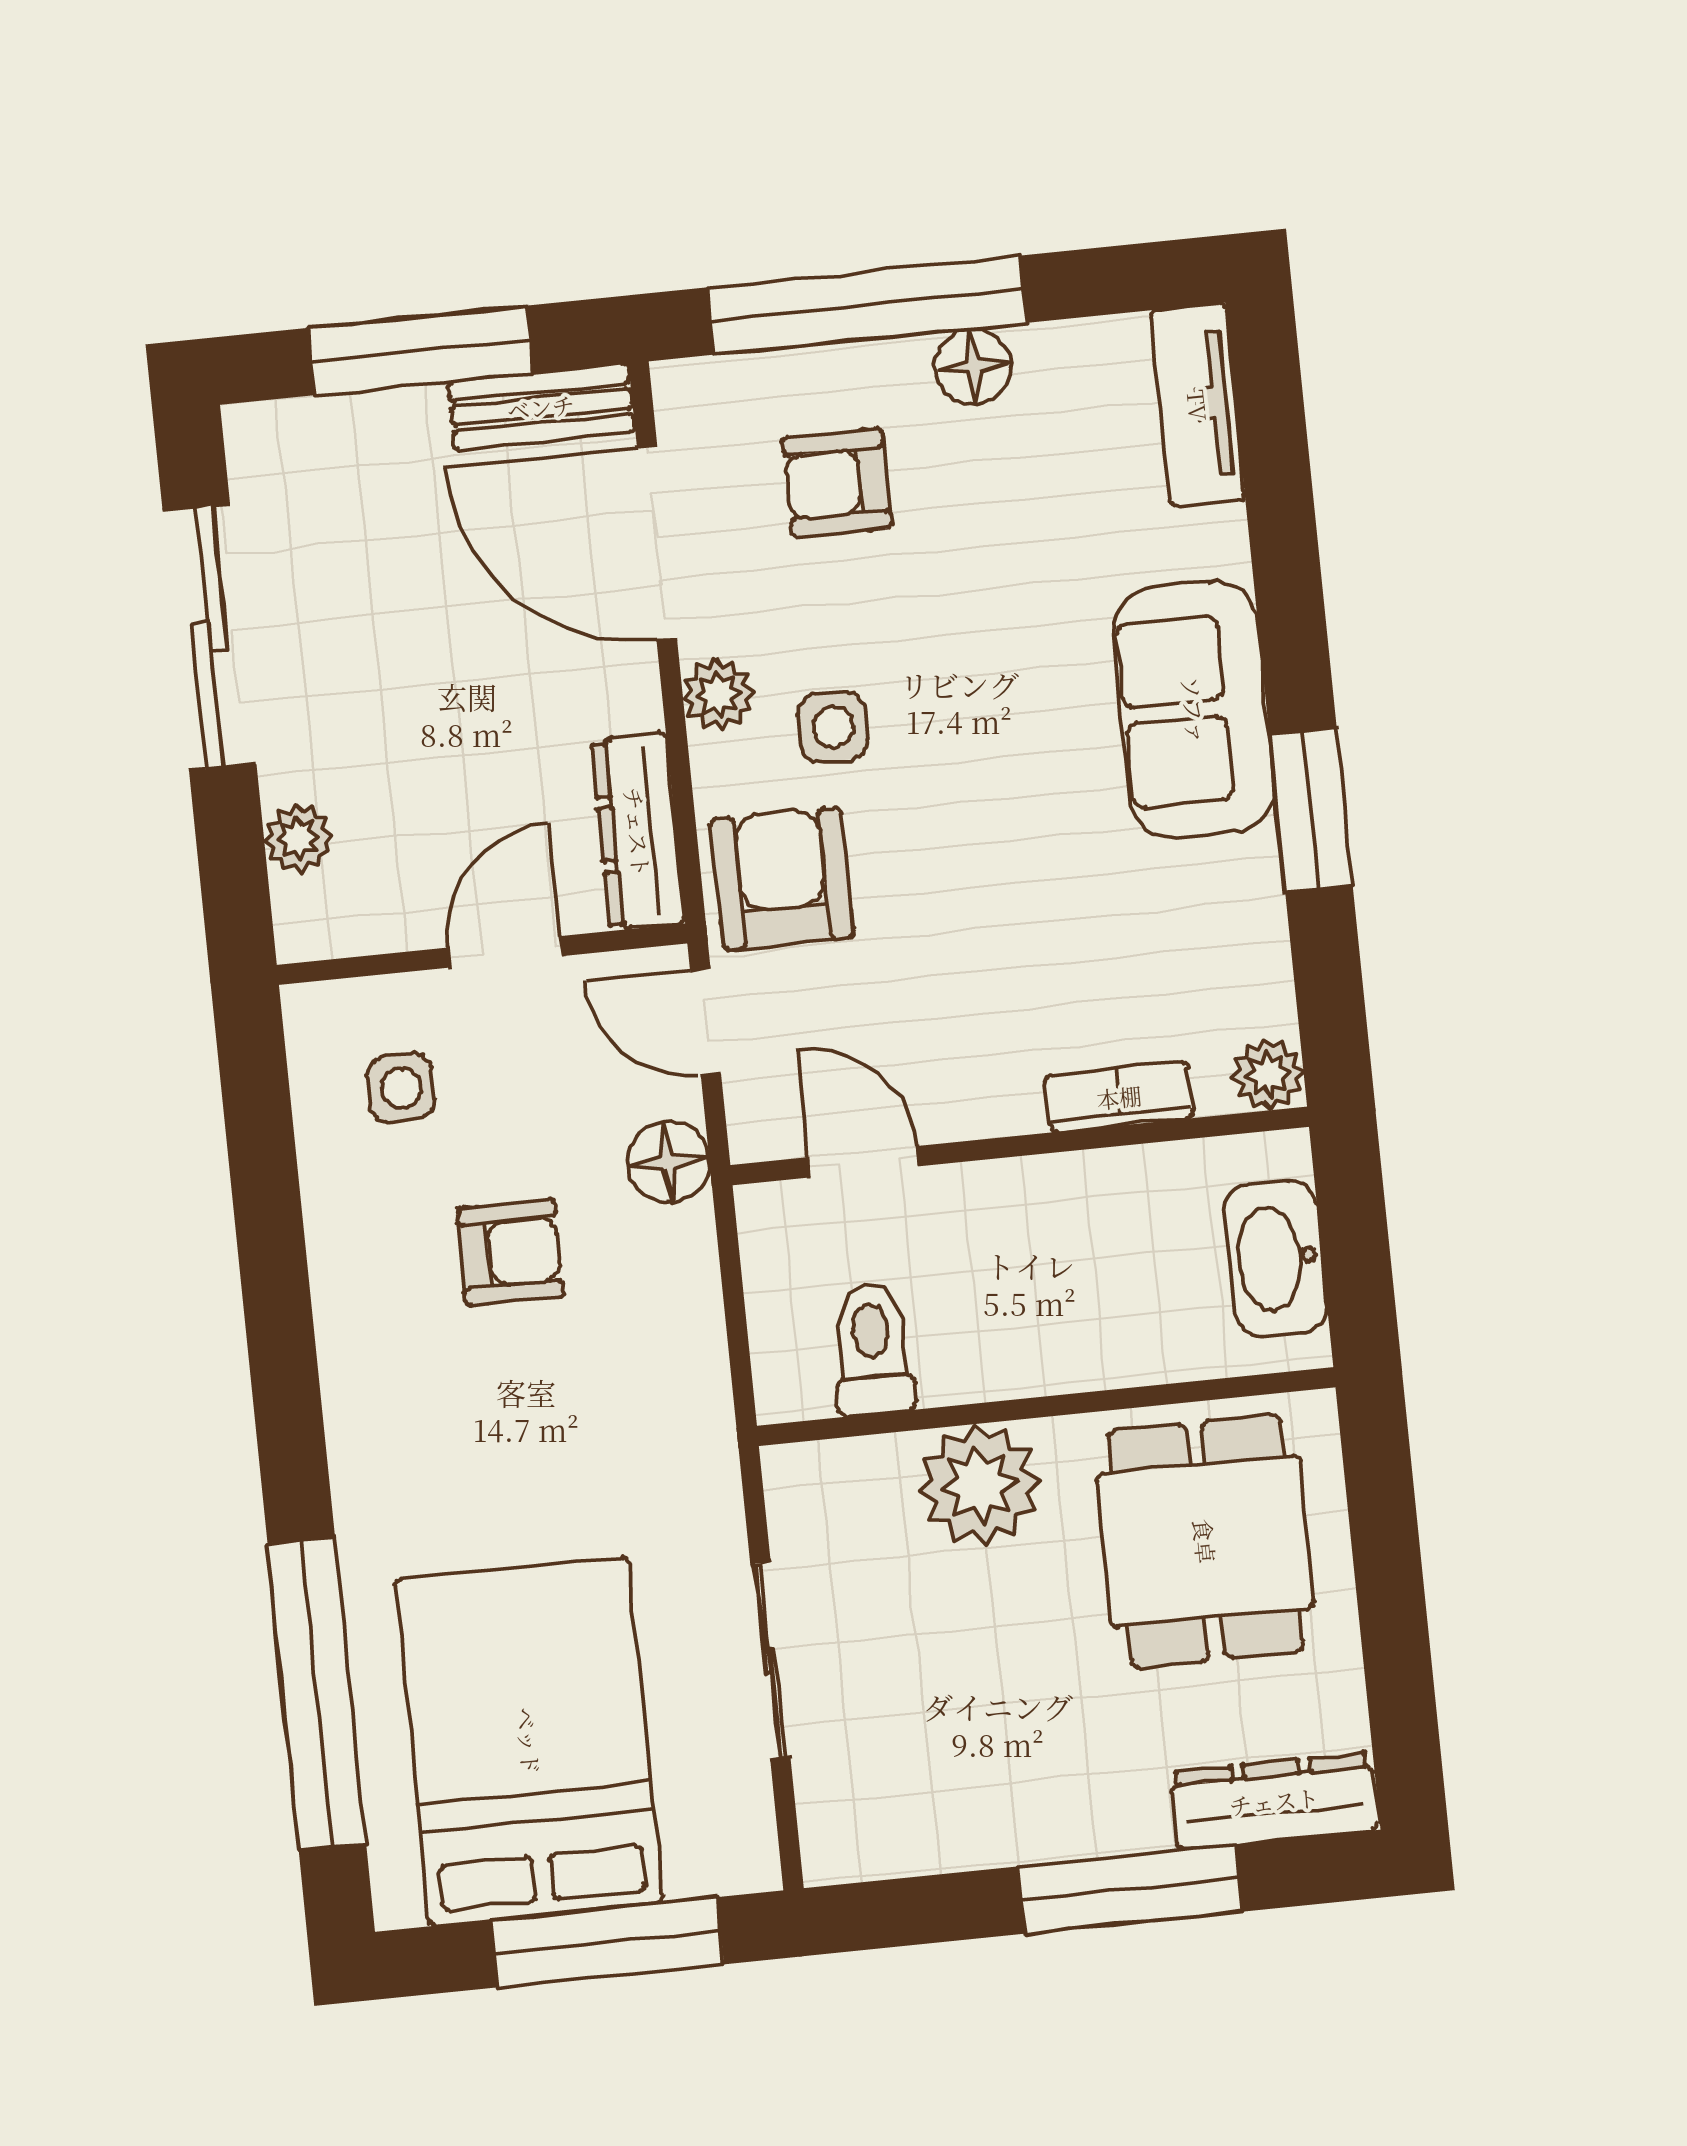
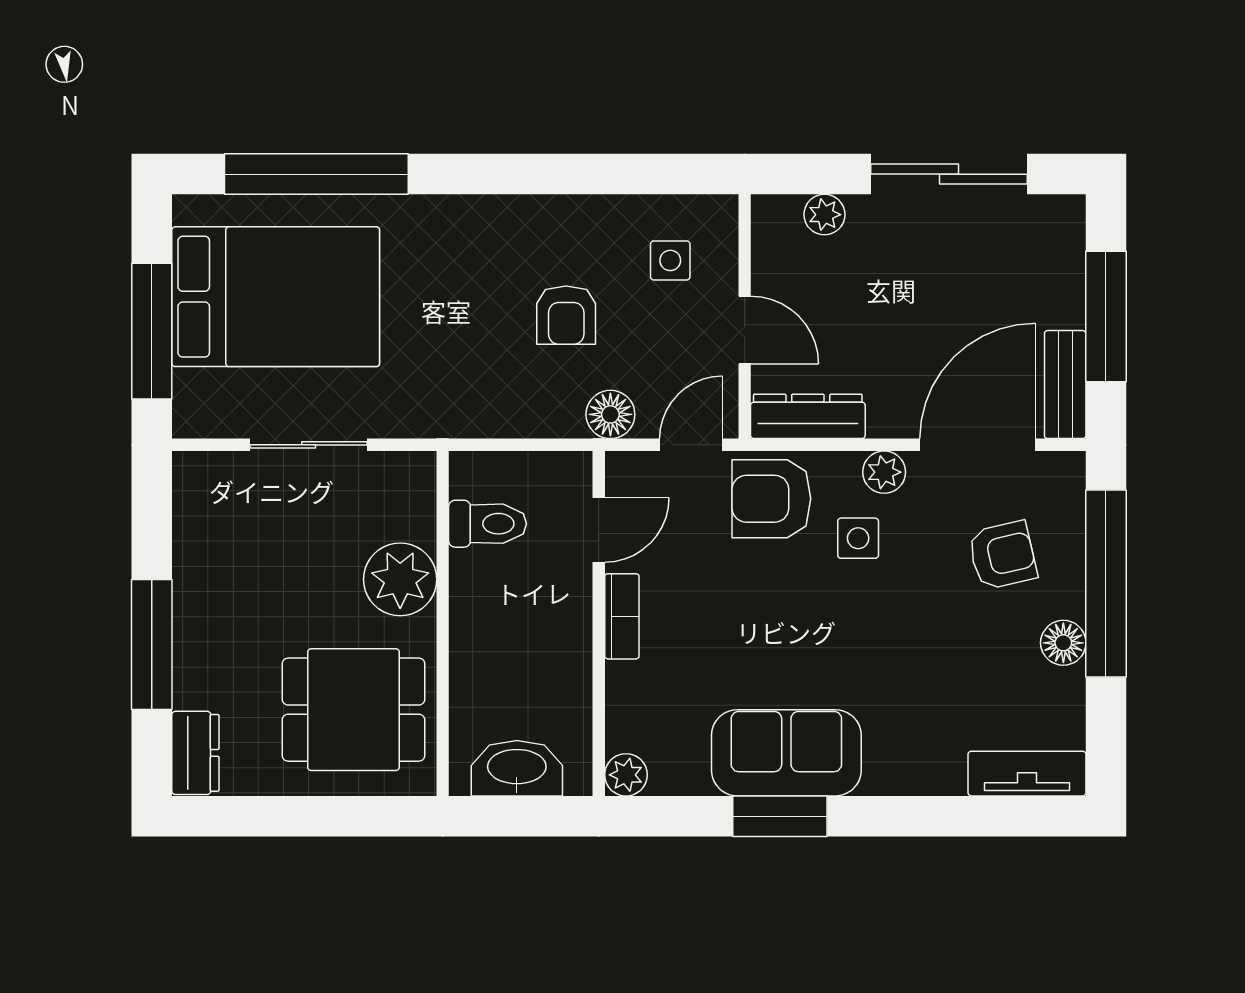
armchair: (837, 483) -> (1002, 555), turned 77
sofa: (1194, 710) -> (786, 753), moved
armchair: (782, 879) -> (771, 499), turned 180
bookcase: (1119, 1097) -> (622, 616), moved
dresser: (1274, 1801) -> (195, 753), width x0.70

